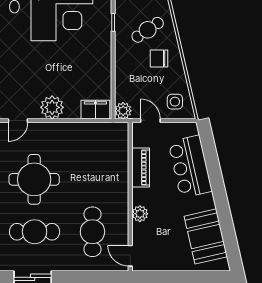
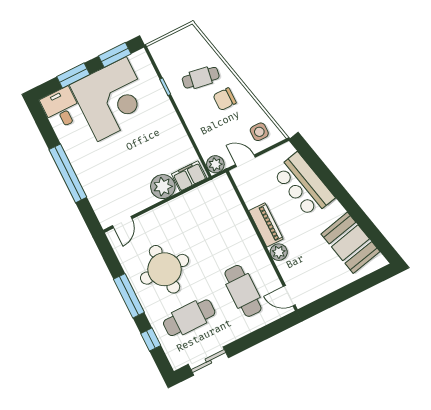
cafe table: (148, 30) -> (201, 78), turned 43
plant: (52, 107) -> (163, 187), moved
piano: (141, 168) -> (266, 225), moved

